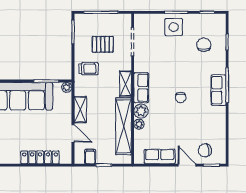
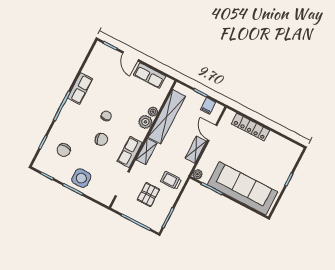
pallet: (103, 44) -> (148, 195), turned 90
row of seats: (141, 88) -> (130, 152), moved
row of seats: (219, 90) -> (80, 89), moved
chair: (205, 150) -> (101, 139), moved

